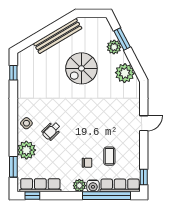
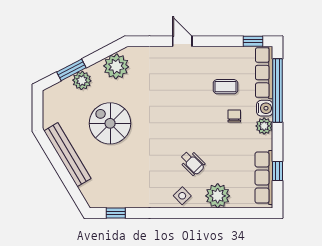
spiral stairs: (81, 68) -> (110, 123), turned 180
window: (13, 167) -> (239, 213), removed
window: (32, 196) -> (278, 171), moved

